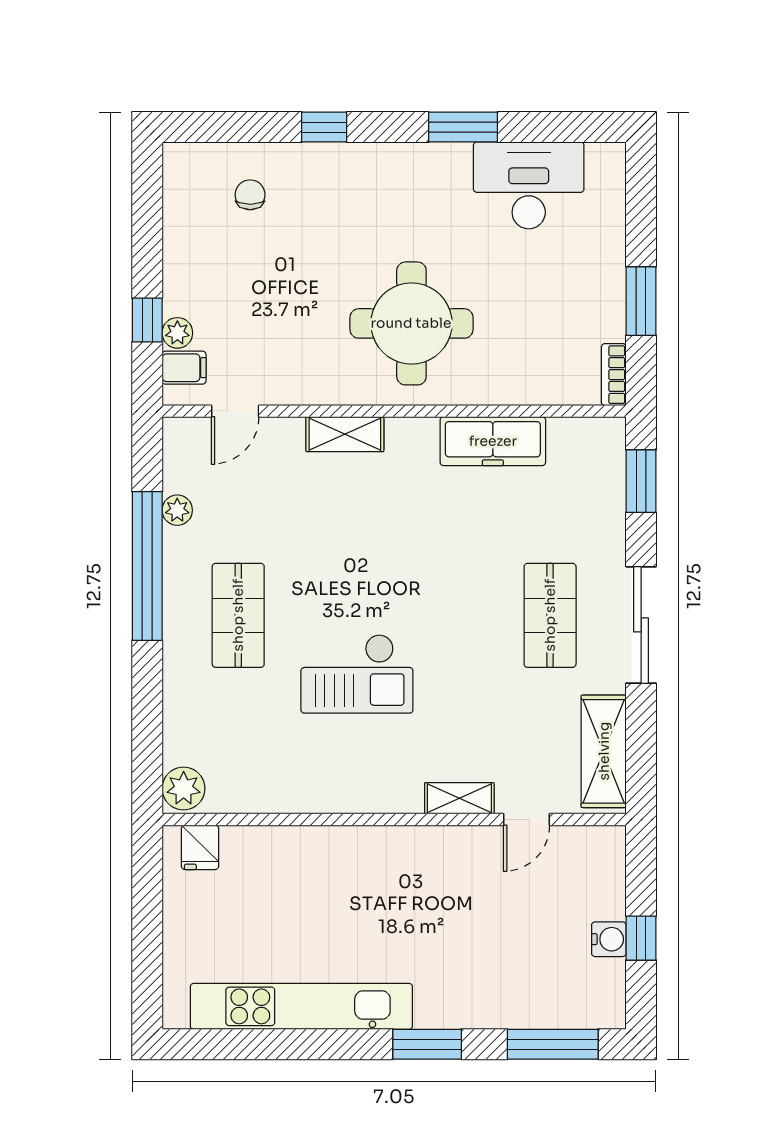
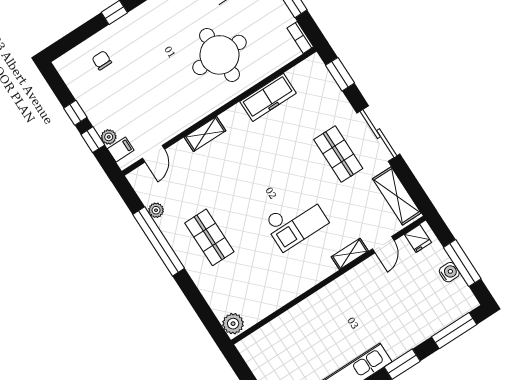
window: (147, 255) -> (75, 113), added
round table: (411, 323) -> (220, 55), moved
checkout: (357, 674) -> (296, 222), moved
fridge: (200, 847) -> (418, 239), moved
window: (641, 938) -> (462, 263), width x2.17

